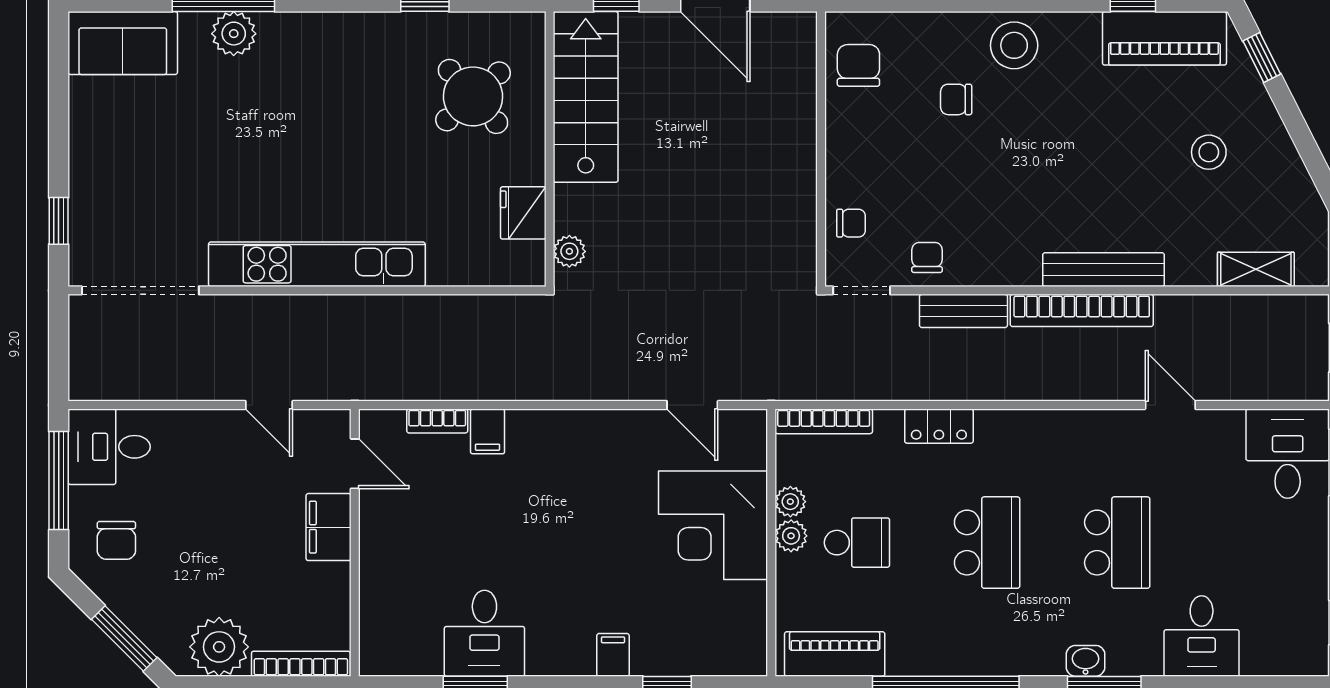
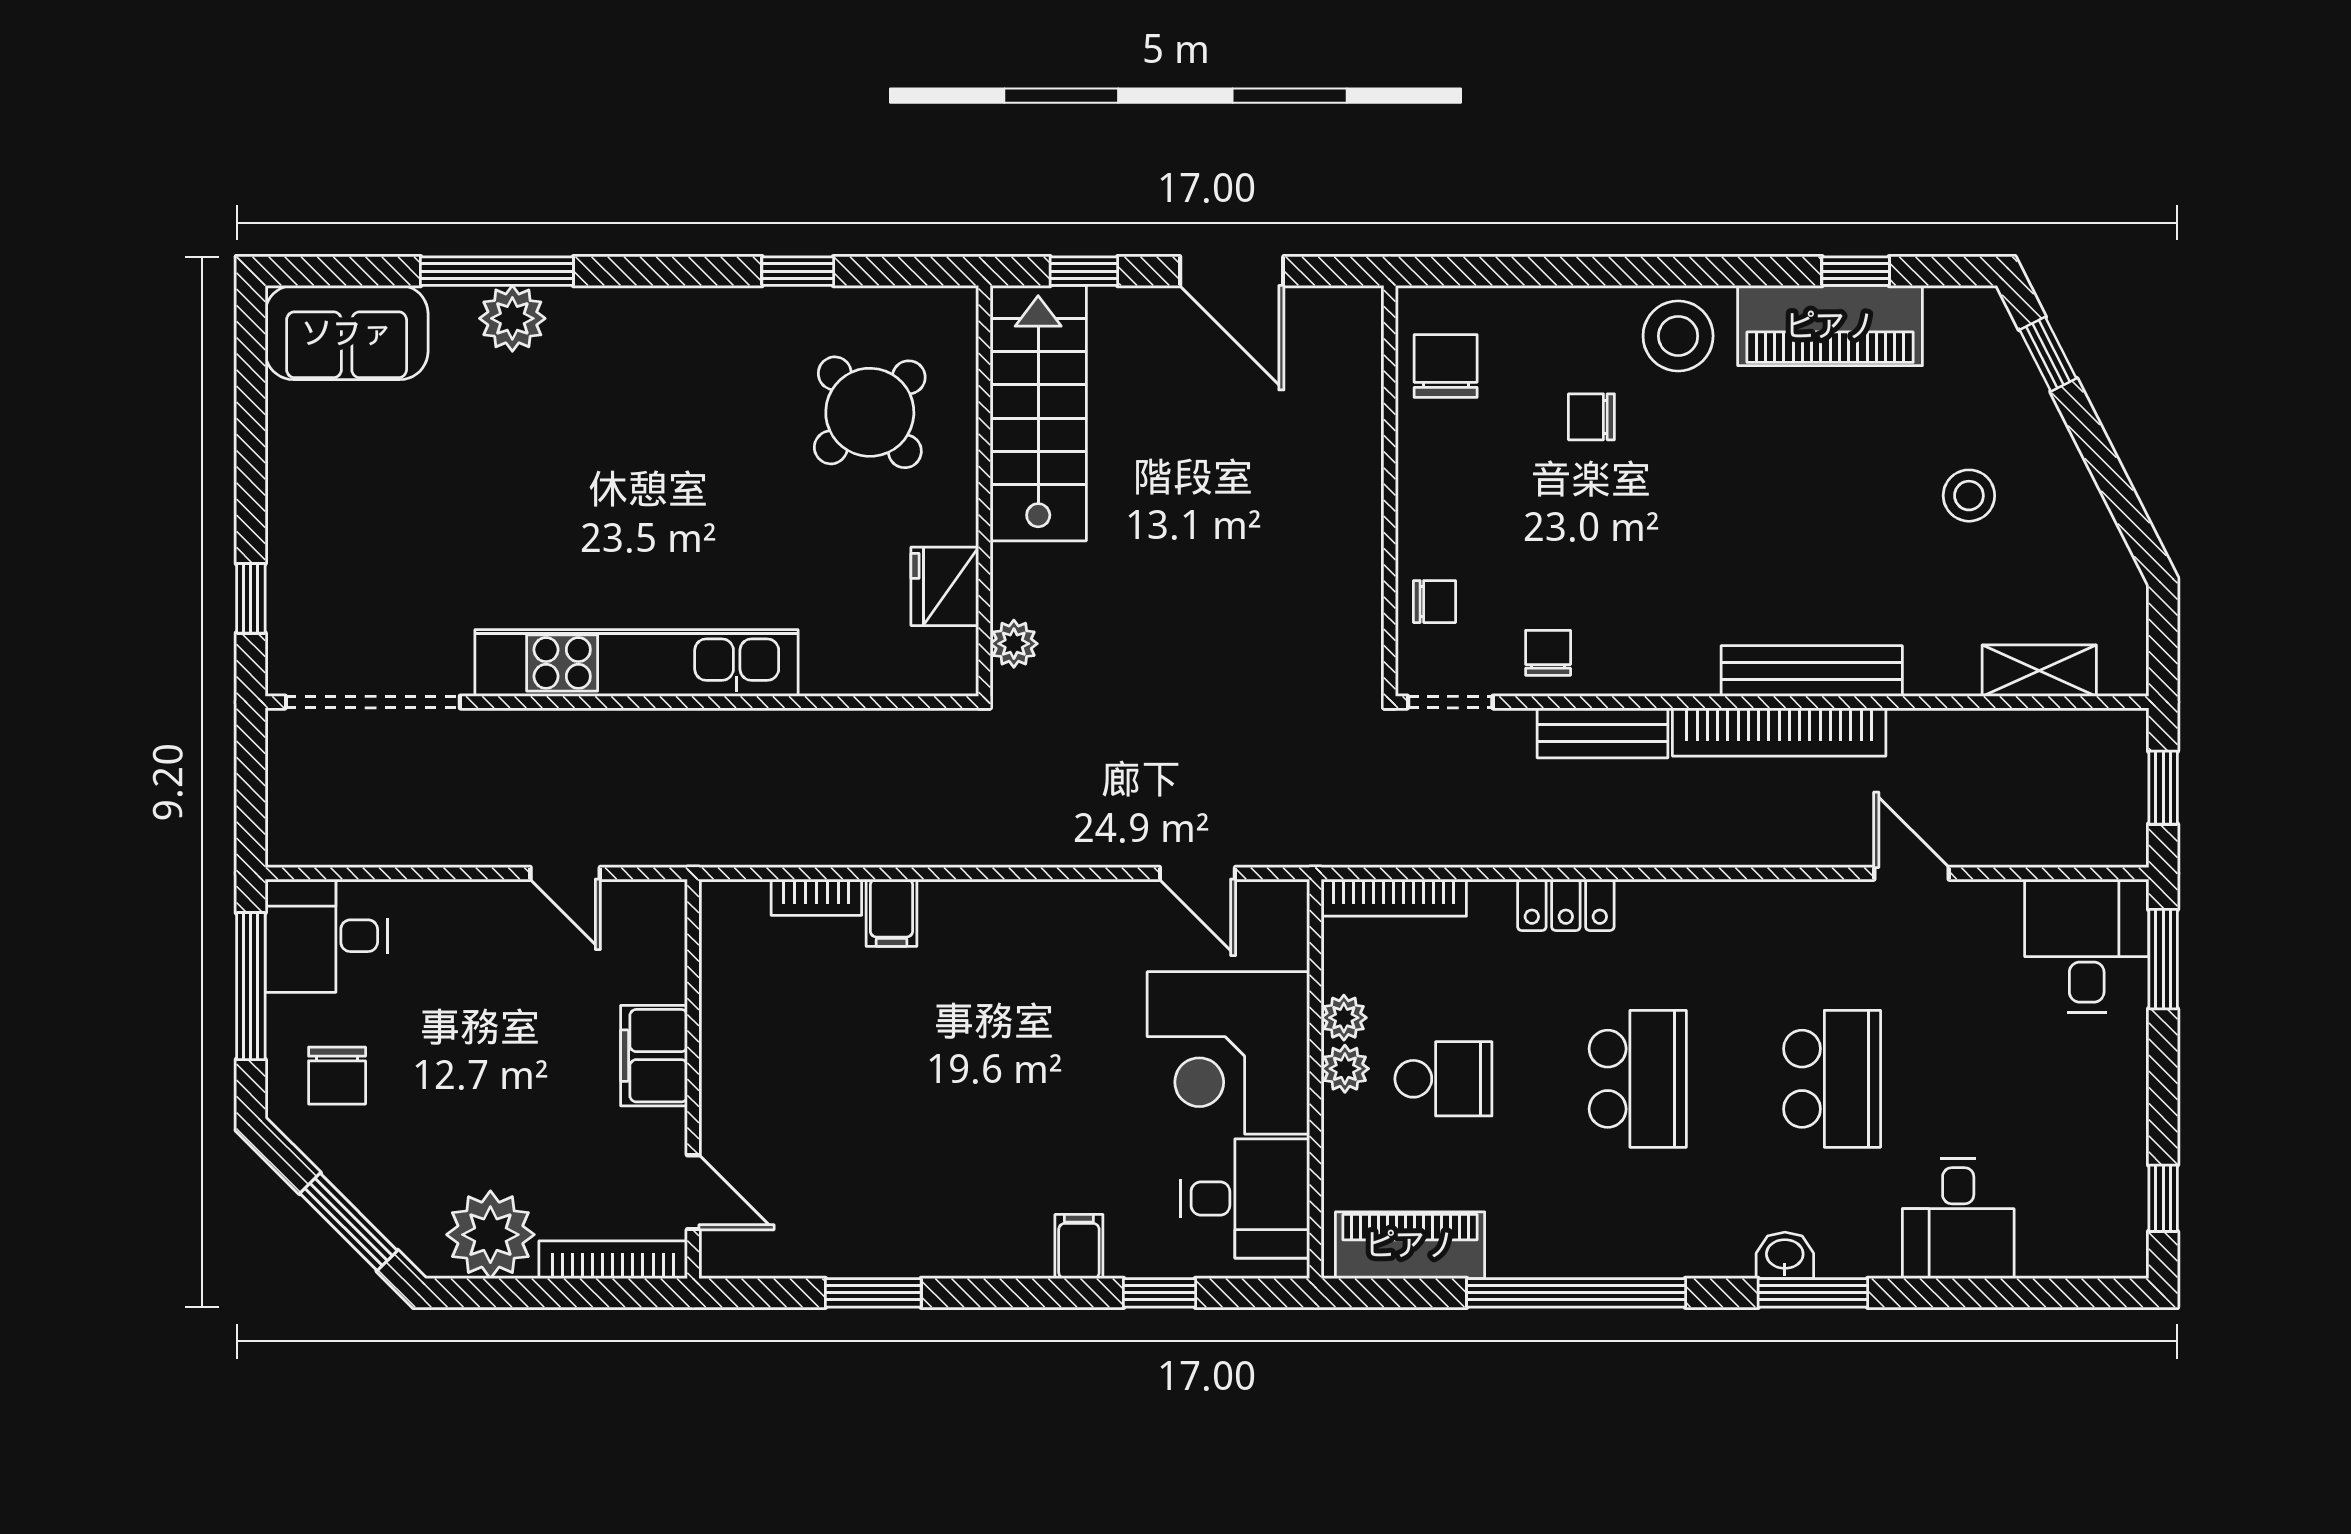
piano: (1164, 38) -> (1830, 326), moved
door: (355, 464) -> (693, 1192), moved
desk: (484, 633) -> (1245, 1198), moved, turned -90

